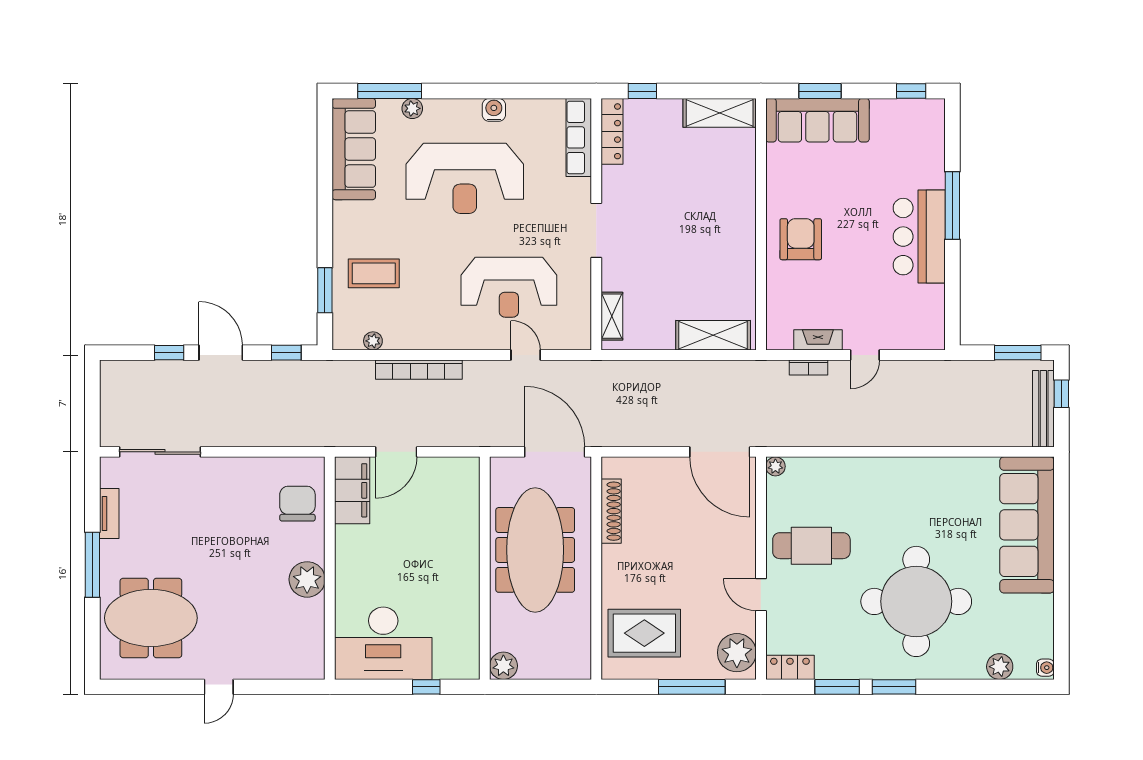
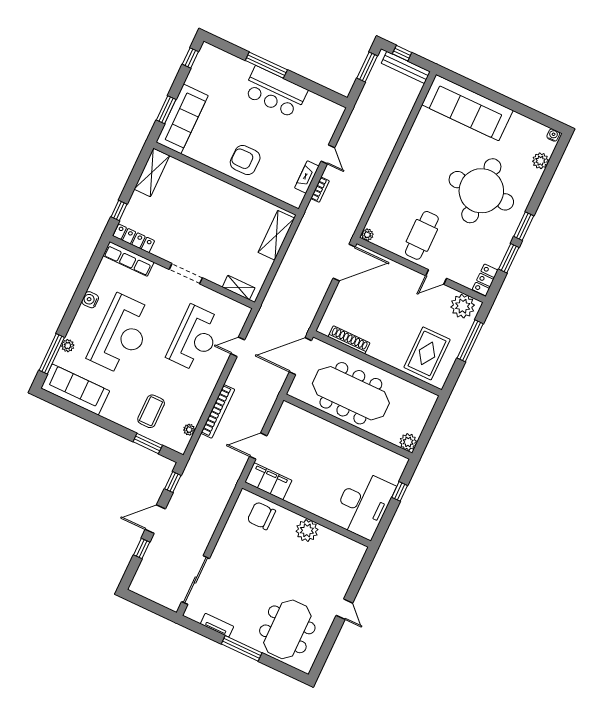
door: (396, 452) -> (258, 446), swing flipped

